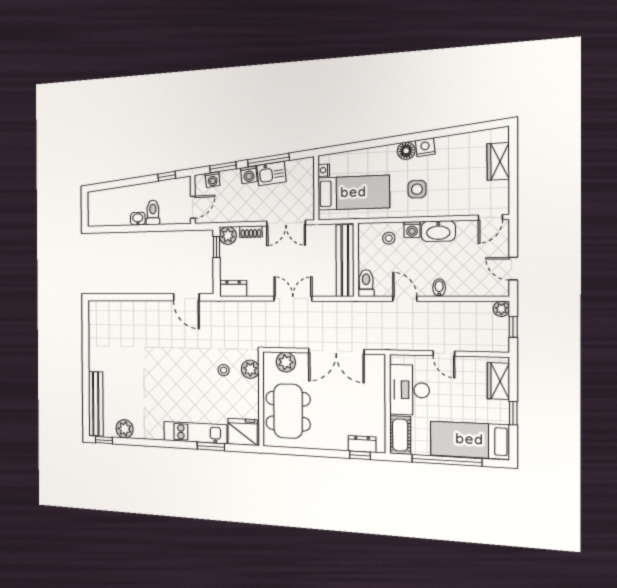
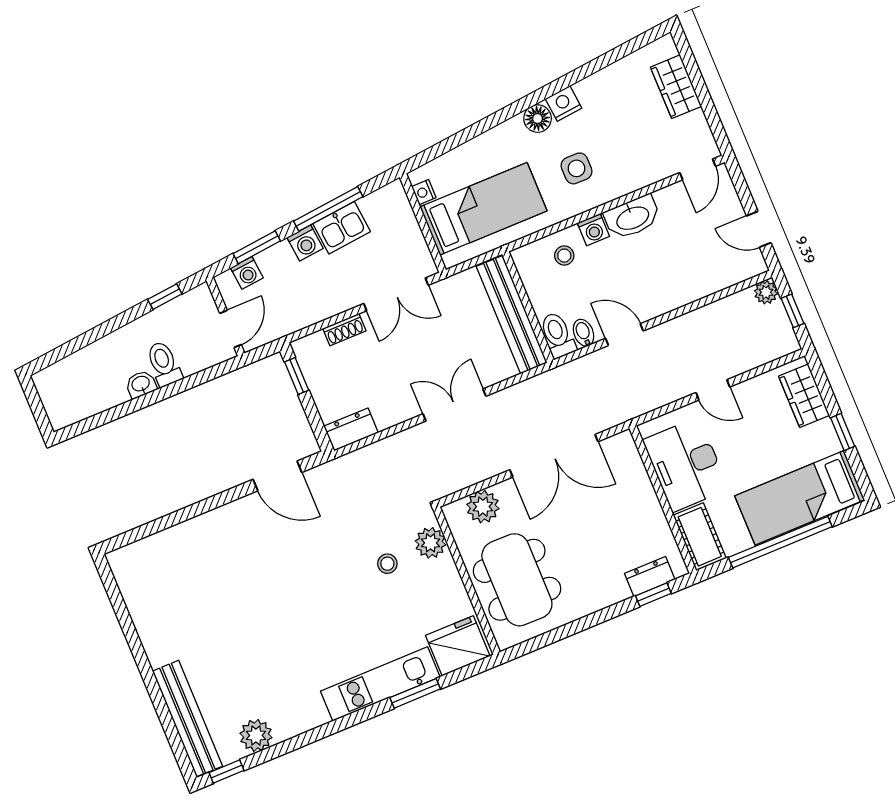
plant: (228, 236) -> (309, 351), removed
bidet: (439, 288) -> (584, 333), moved

